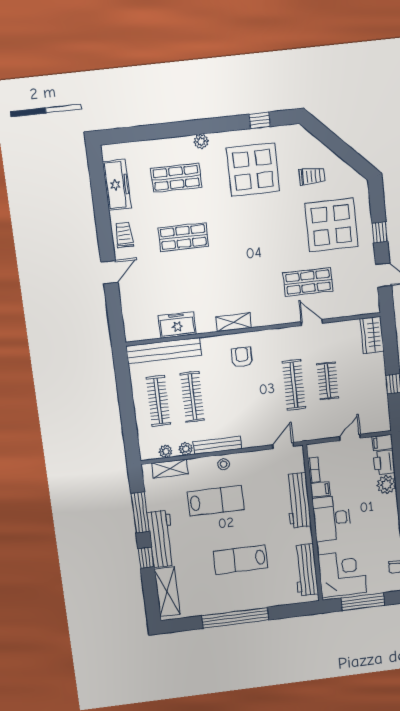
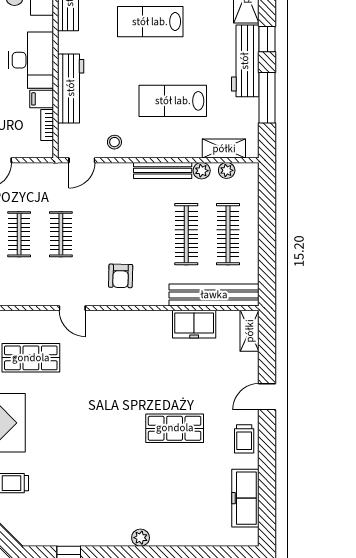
display table: (253, 170) -> (83, 498), removed
shop shelf: (176, 178) -> (175, 499), removed
shelving: (234, 322) -> (250, 331), moved, turned 90
door: (312, 323) -> (72, 308), moved
clothes rail: (294, 385) -> (61, 234), width x0.73
stool: (224, 464) -> (114, 142), moved
lab bench: (241, 560) -> (150, 22), turned 180

